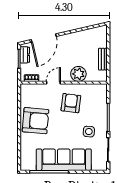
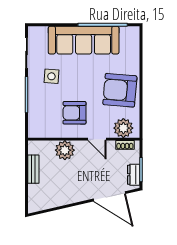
door: (44, 38) -> (109, 196), swing flipped
door: (53, 83) -> (97, 139), hinge flipped
plant: (33, 91) -> (123, 128), added
armchair: (71, 103) -> (74, 113), turned 83

